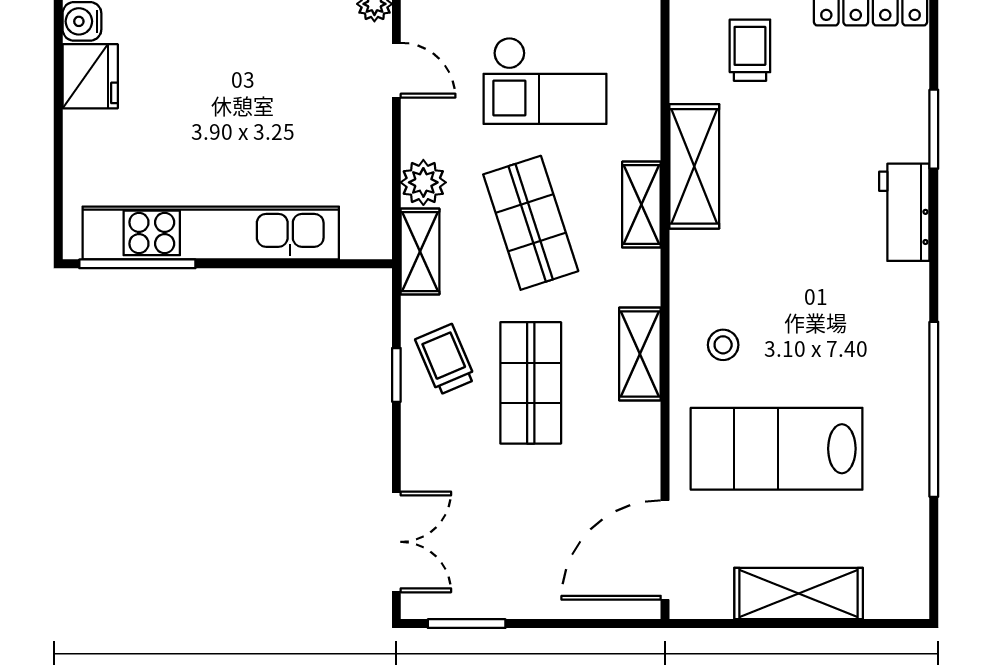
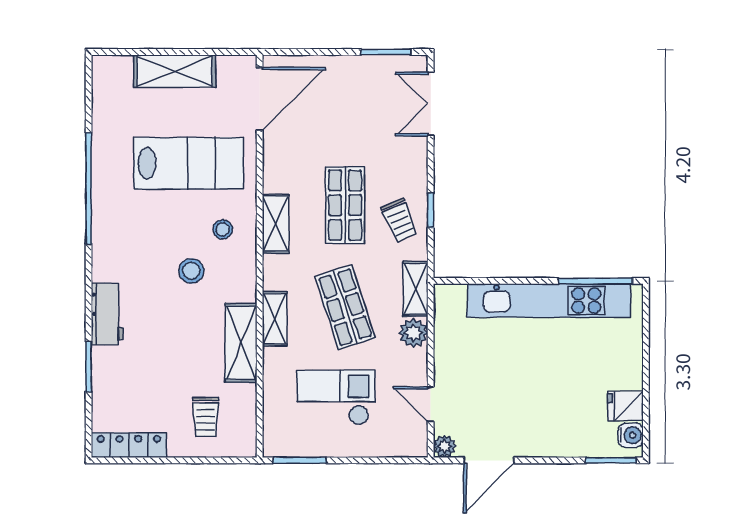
fridge: (90, 76) -> (625, 406), width x0.72
stool: (772, 280) -> (191, 271), added

